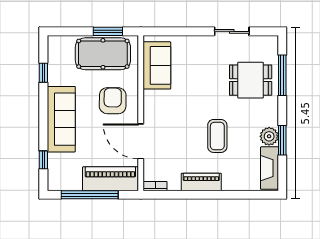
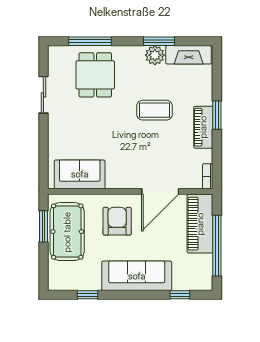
armchair: (113, 101) -> (117, 221), turned 89
window: (213, 195) -> (217, 115), added

